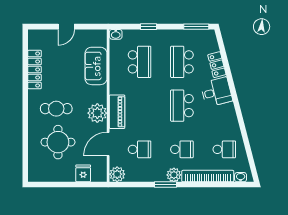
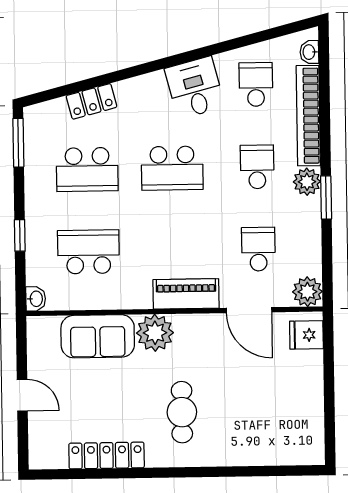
desk: (216, 92) -> (195, 88), moved
plant: (97, 113) -> (155, 333), moved
round table: (58, 142) -> (247, 408), removed
fridge: (83, 173) -> (306, 335), moved

